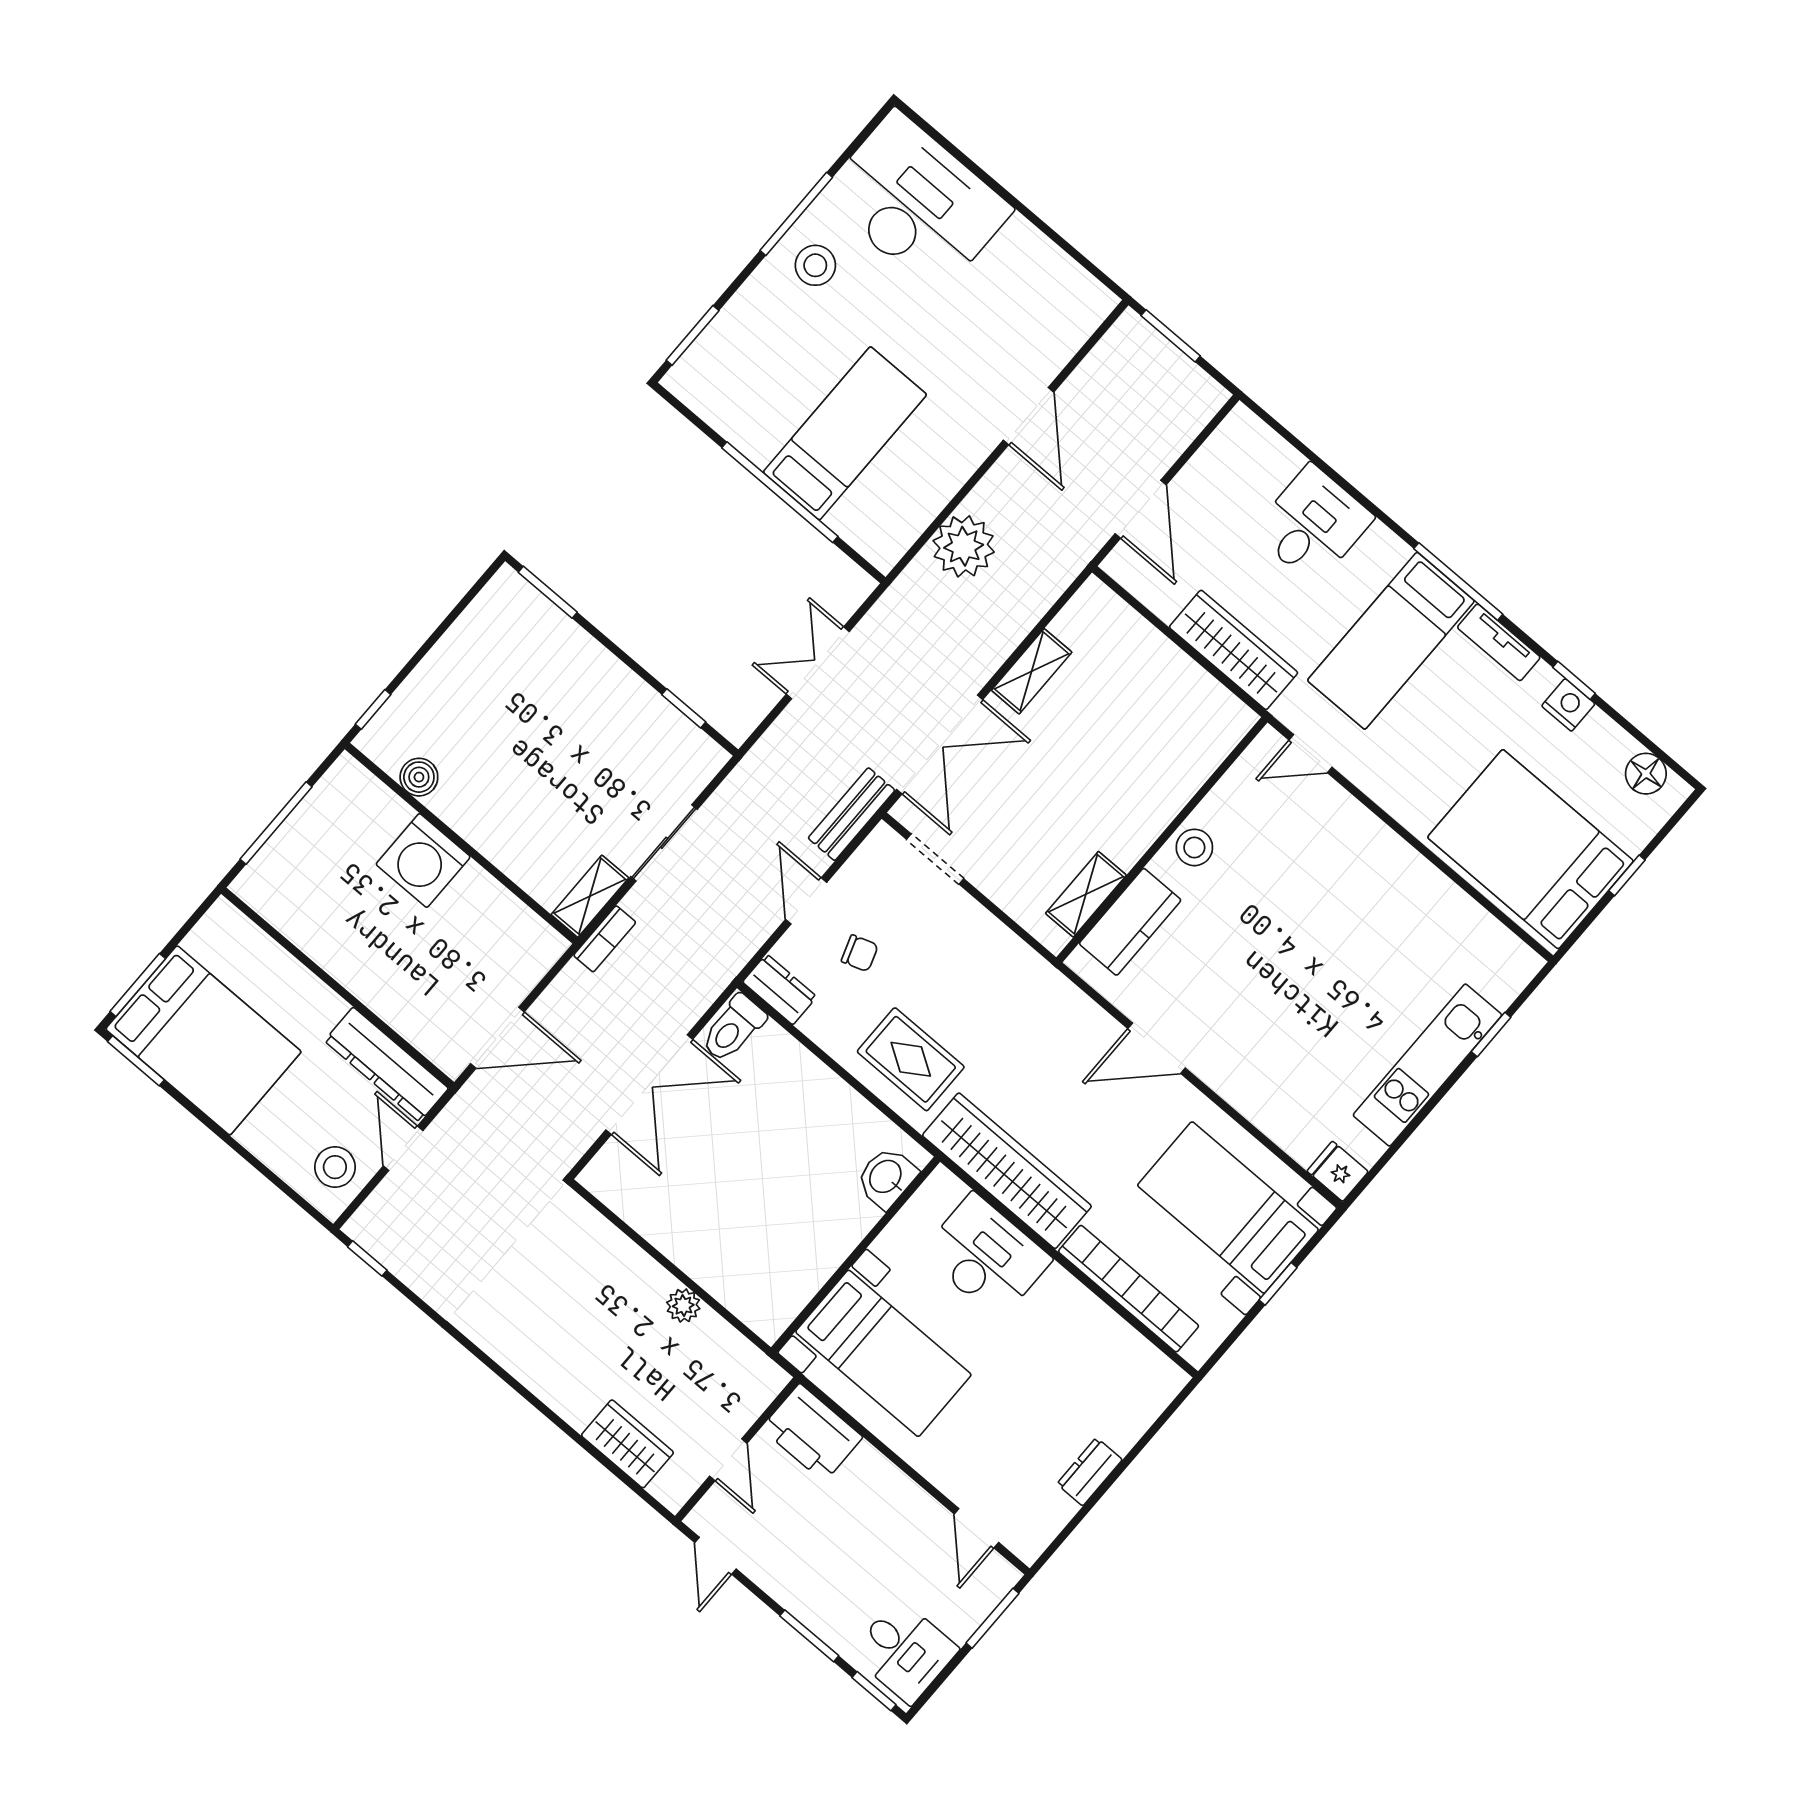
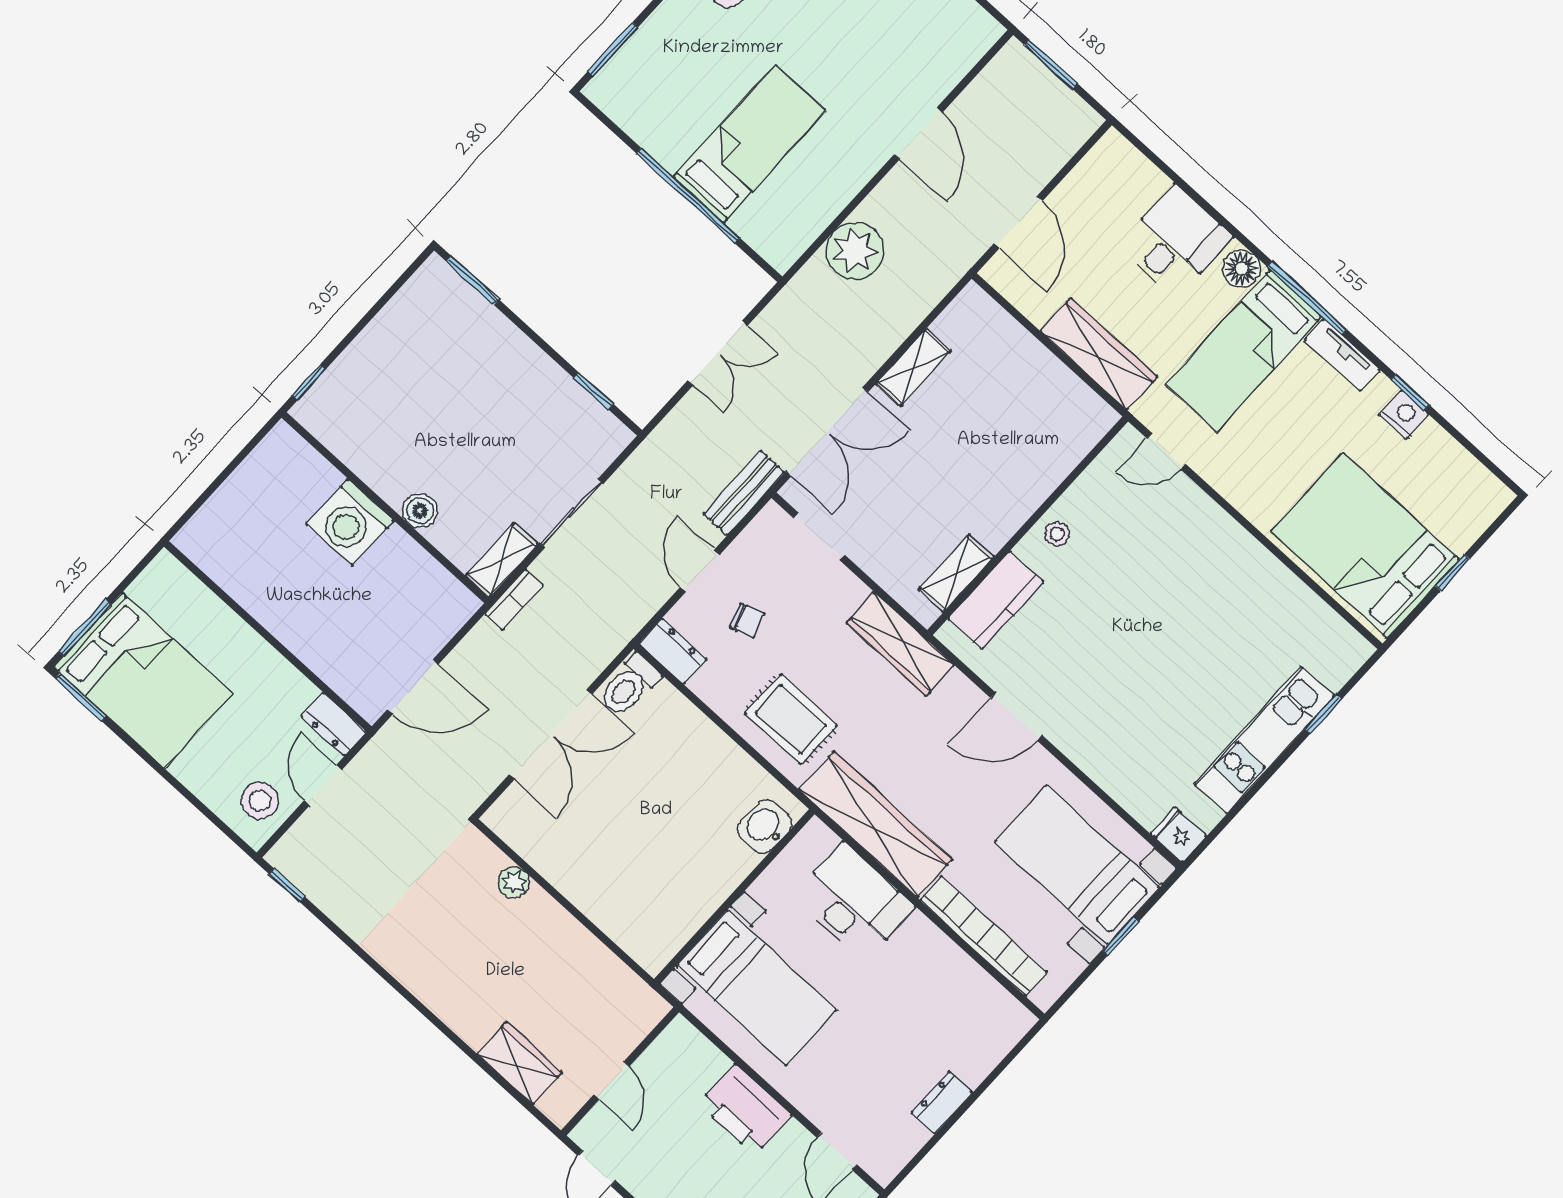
double door: (818, 663) -> (718, 353), swing flipped
floor lamp: (1646, 774) -> (1242, 269), moved
boiler: (419, 777) -> (420, 511), moved
window: (276, 823) -> (216, 483), removed
stool: (1194, 847) -> (1057, 534), width x0.73, depth x0.73
wardrobe: (1027, 973) -> (900, 644), added
dresser: (386, 1065) -> (334, 724), width x0.51, depth x0.80
plant: (683, 1306) -> (514, 882), moved
printer: (812, 1433) -> (745, 1110), moved

